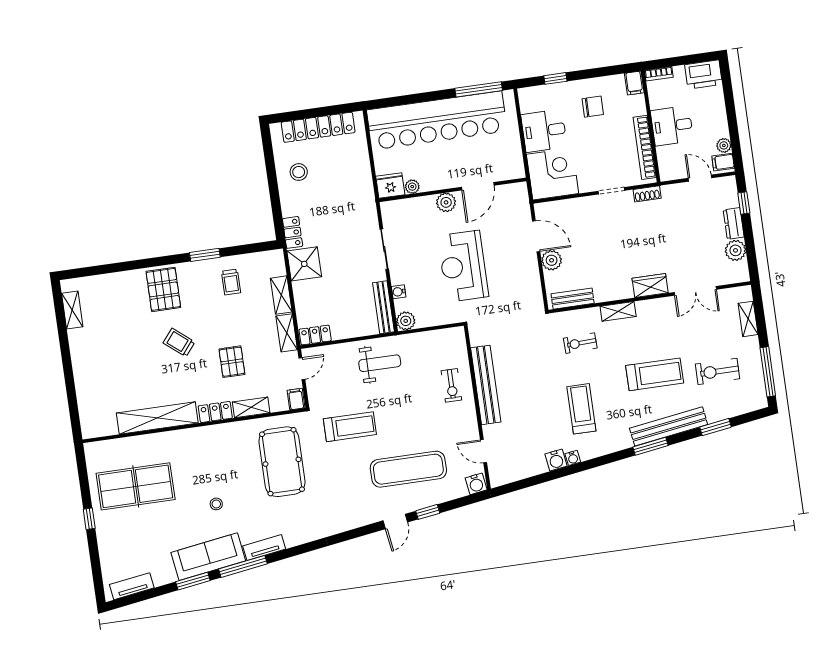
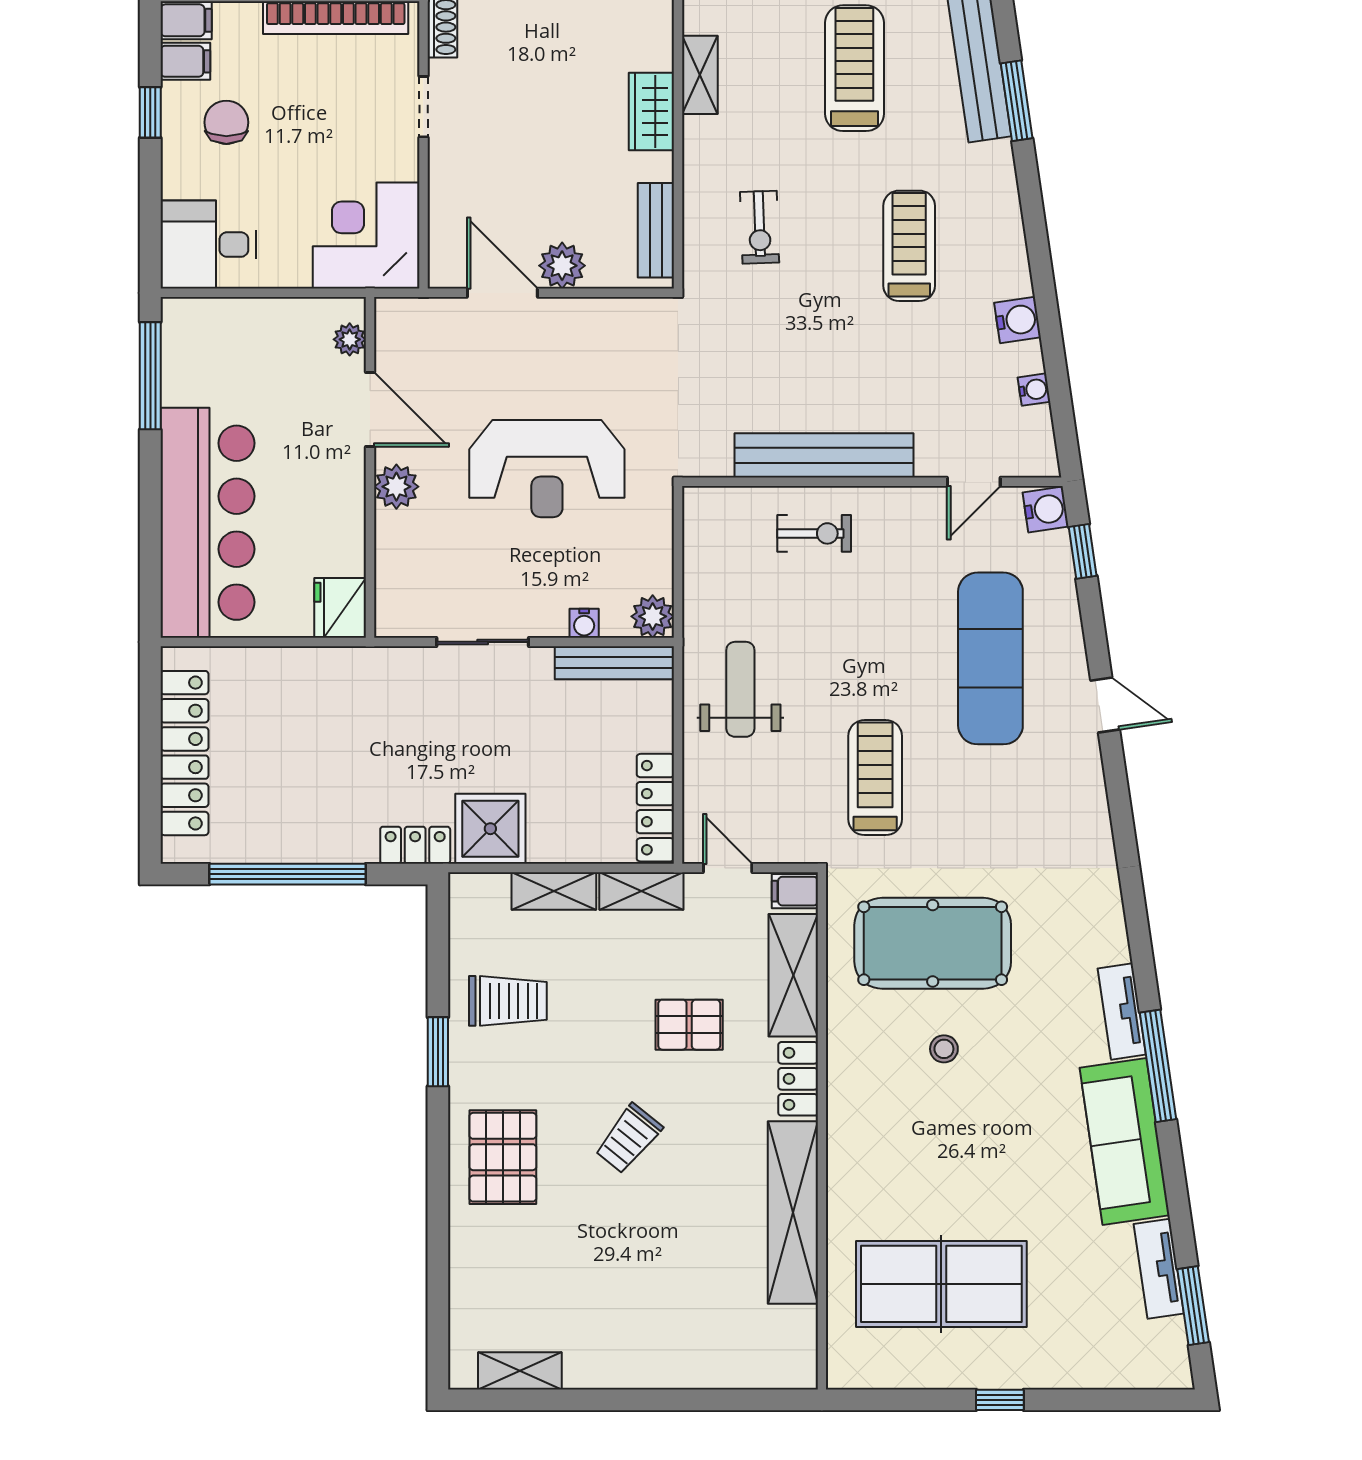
window: (555, 78) -> (150, 112), moved
filing cabinet: (617, 85) -> (185, 61), added
bar counter: (437, 121) -> (207, 523), width x0.73
desk: (544, 131) -> (208, 245), moved, turned 90
stool: (299, 172) -> (280, 812), removed
window: (272, 179) -> (288, 874), added
plant: (412, 187) -> (350, 339), moved
door: (536, 236) -> (502, 293), hinge flipped
trolley: (231, 282) -> (508, 1001), width x1.36, depth x1.39
wardrobe: (650, 286) -> (651, 111), moved
pallet: (163, 289) -> (503, 1157), turned 90
shelving: (618, 311) -> (700, 75), moved
locker: (315, 335) -> (655, 808), width x1.53
shelving: (251, 407) -> (793, 975), width x1.50, depth x1.33
treadmill: (581, 409) -> (909, 246), turned 90
water cooler: (573, 458) -> (1034, 390), moved
table tennis table: (136, 486) -> (941, 1284), turned 90
stool: (216, 504) -> (944, 1049), moved
window: (428, 512) -> (1083, 551), moved
window: (193, 581) -> (1193, 1306), moved
tv unit: (132, 586) -> (1159, 1269), moved

